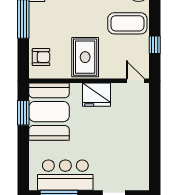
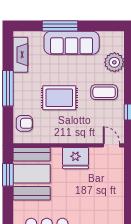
coffee table: (127, 23) -> (104, 92), width x0.73, depth x0.76
rug: (85, 57) -> (59, 98), moved, turned 90

